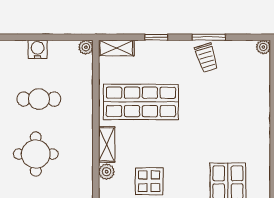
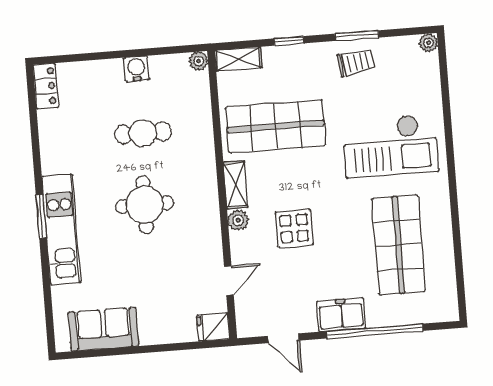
trolley: (206, 58) -> (356, 62), turned -81
checkout: (228, 124) -> (390, 146), added

